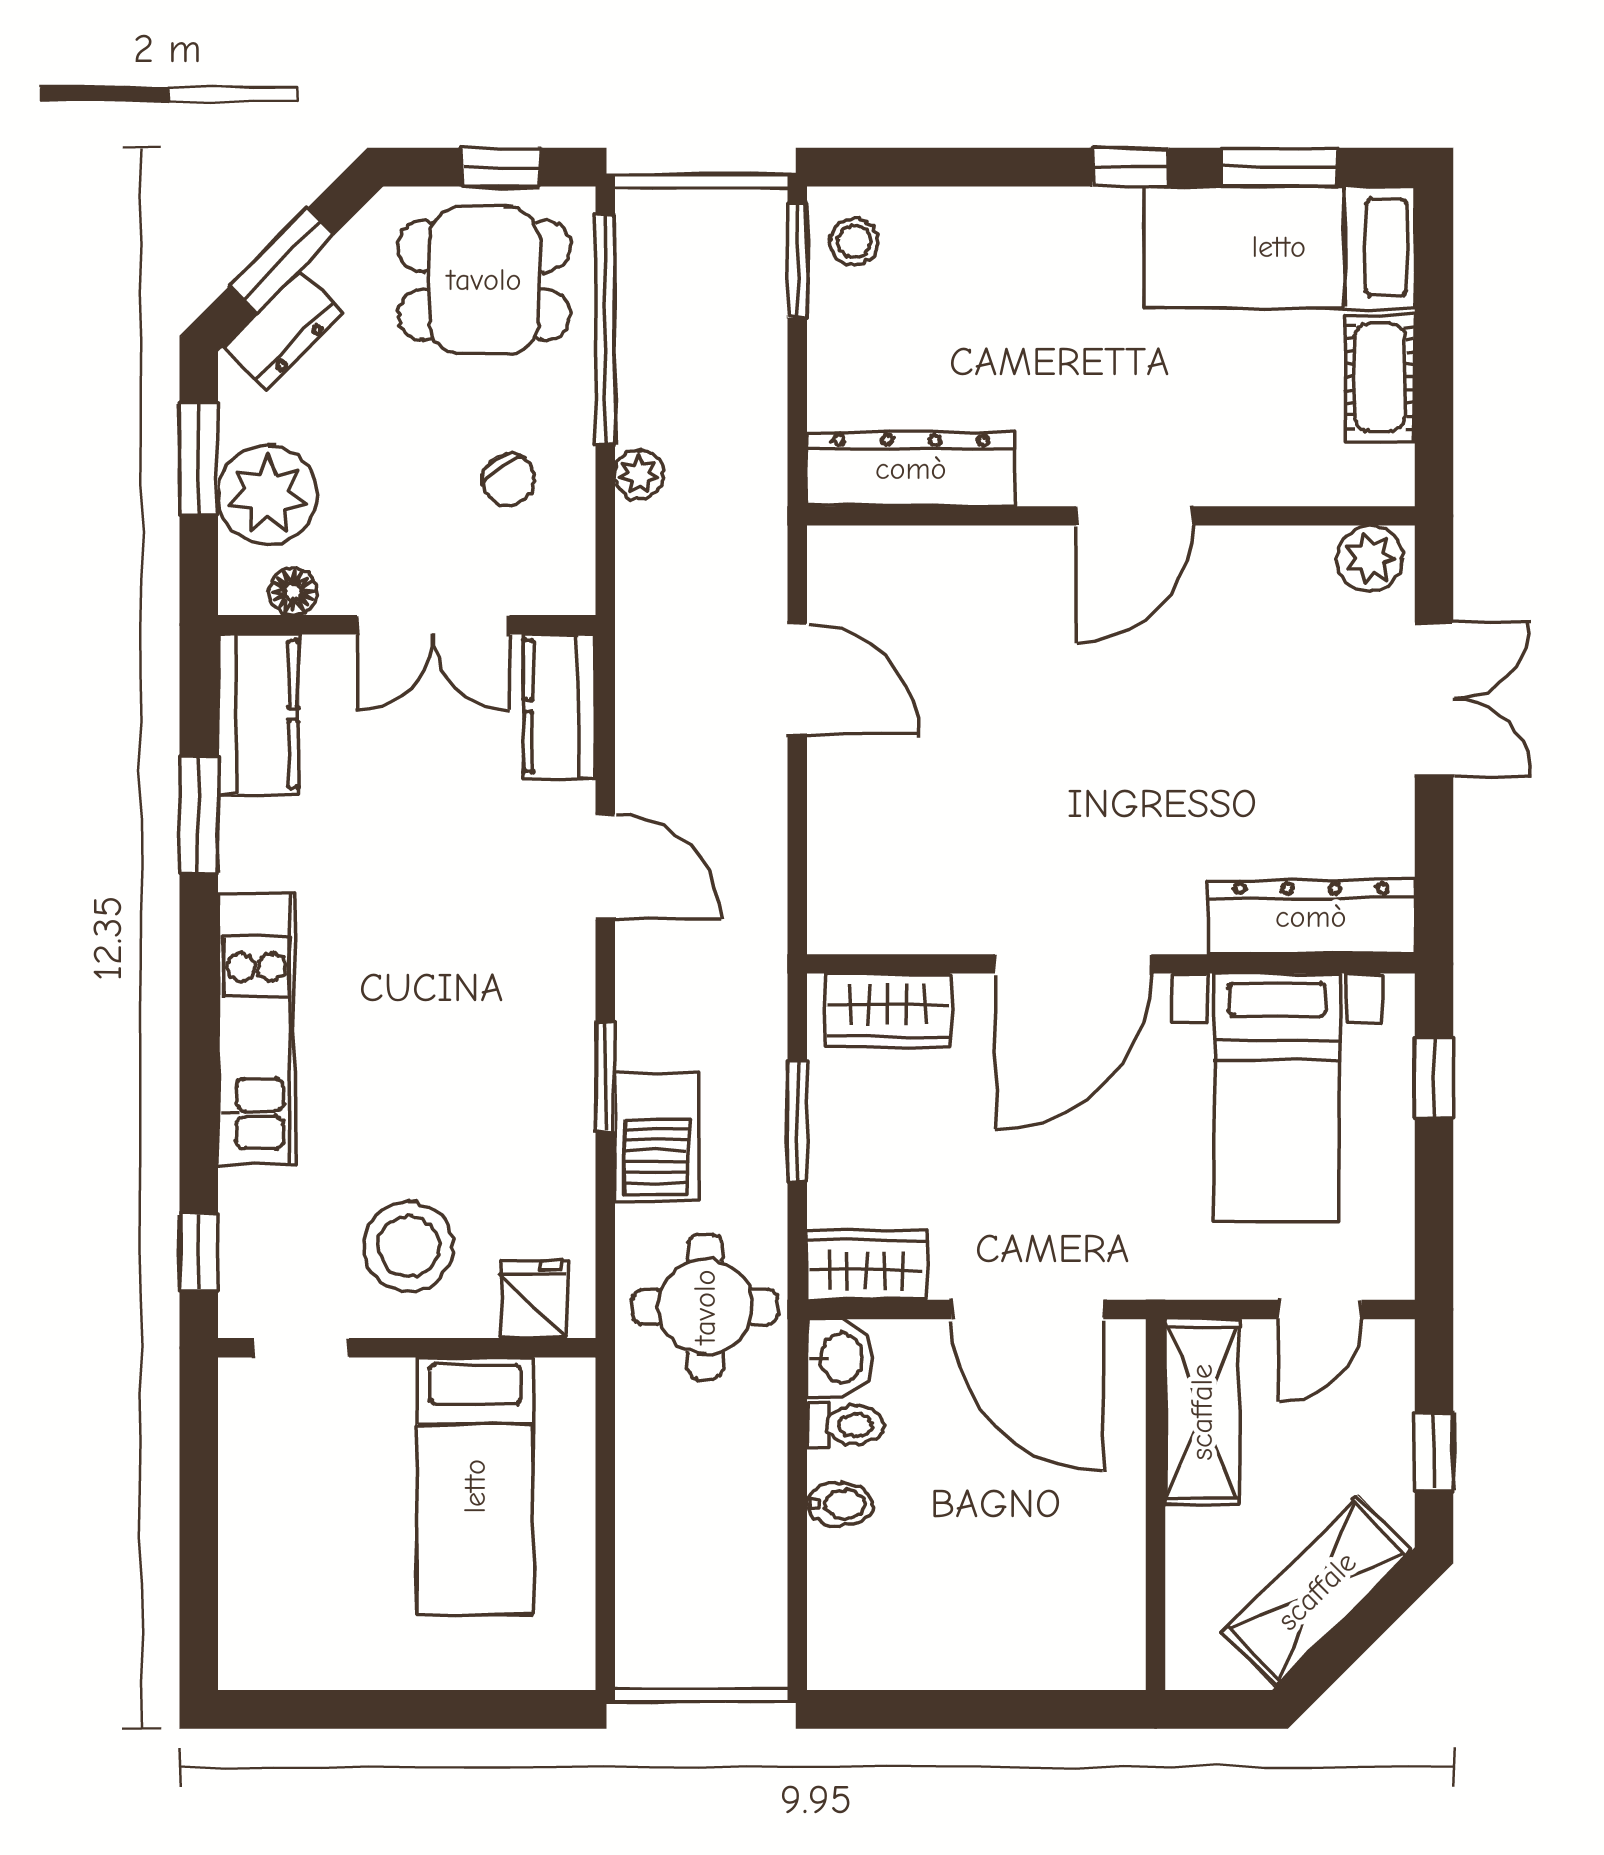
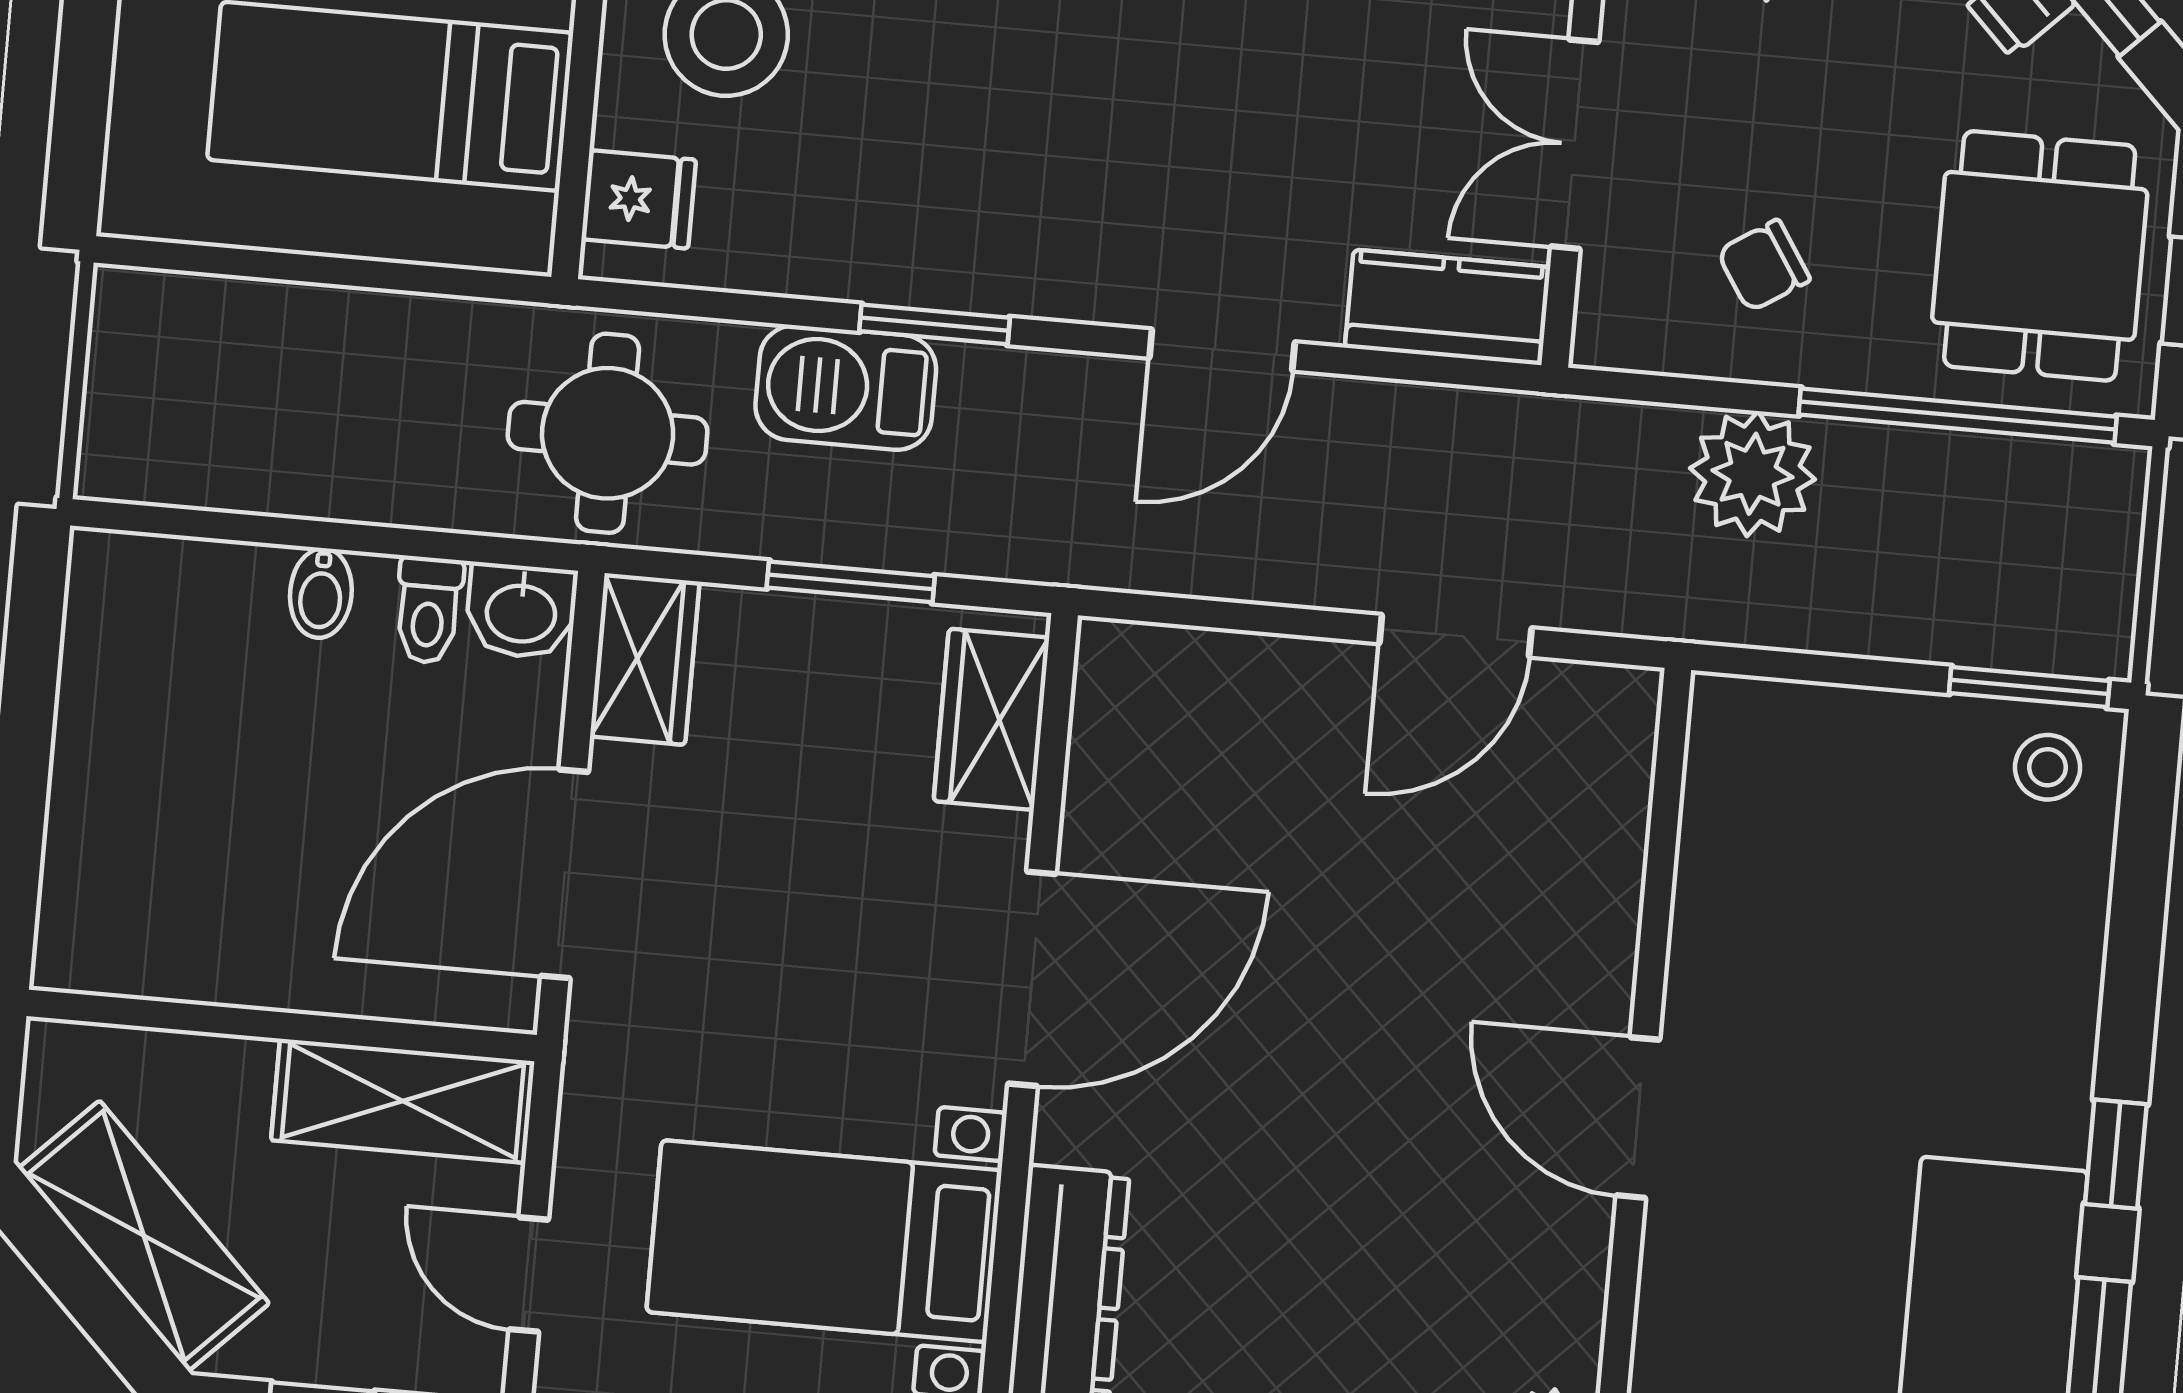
dresser: (911, 469) -> (1729, 817), removed
plant: (639, 474) -> (1753, 474), width x1.88, depth x1.88
door: (1073, 964) -> (1032, 979), swing flipped

